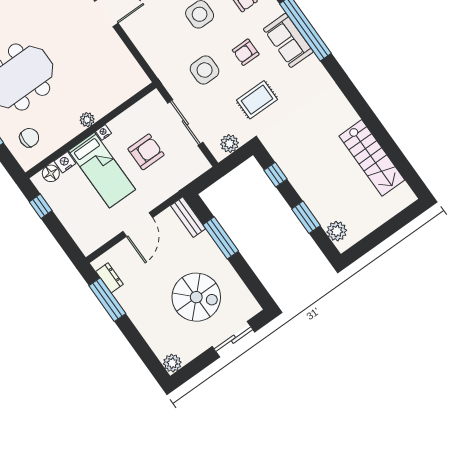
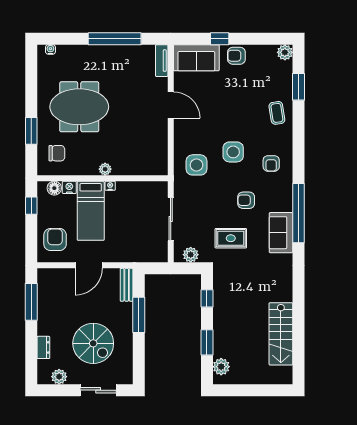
sofa: (288, 40) -> (281, 233), moved
side table: (205, 70) -> (196, 165), moved
armchair: (146, 152) -> (55, 240), moved, turned -90
dresser: (110, 278) -> (43, 347), moved
plant: (172, 363) -> (59, 377), moved

